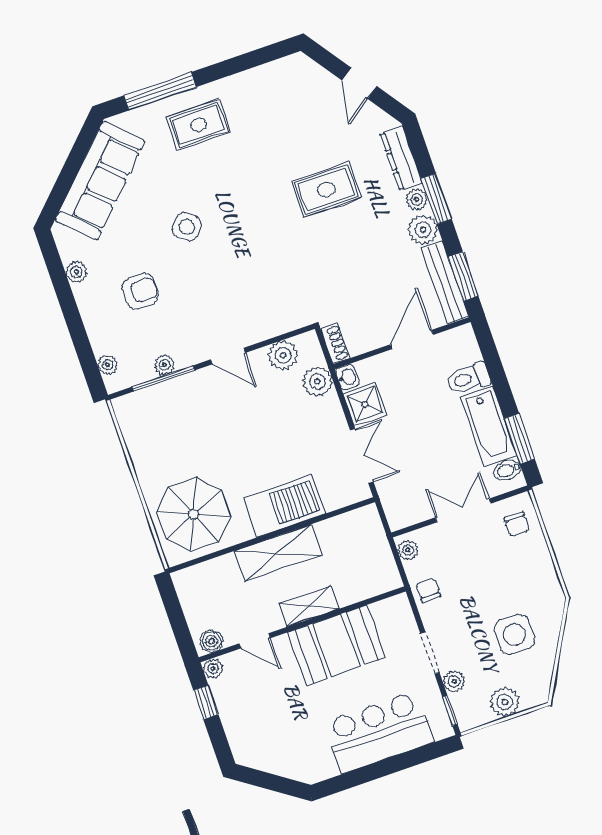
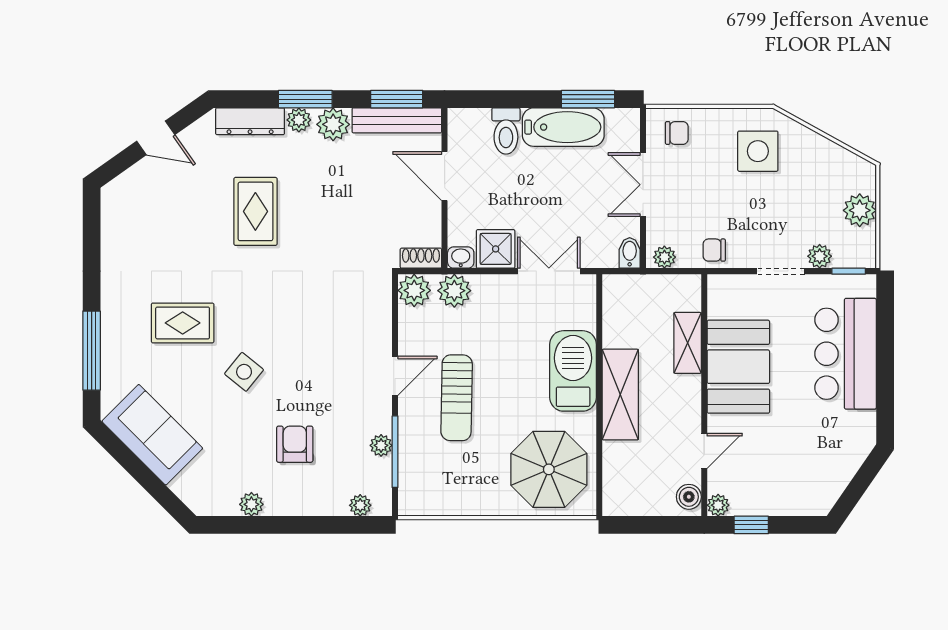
rug: (198, 125) -> (183, 323), moved, turned 90
sofa: (100, 181) -> (152, 435), width x0.73
plant: (283, 355) -> (414, 290), moved
sun lounger: (227, 415) -> (457, 398), added
bidet: (507, 470) -> (630, 253), moved, turned 180
shelving: (308, 606) -> (688, 343), moved
side table: (515, 634) -> (758, 151), moved

